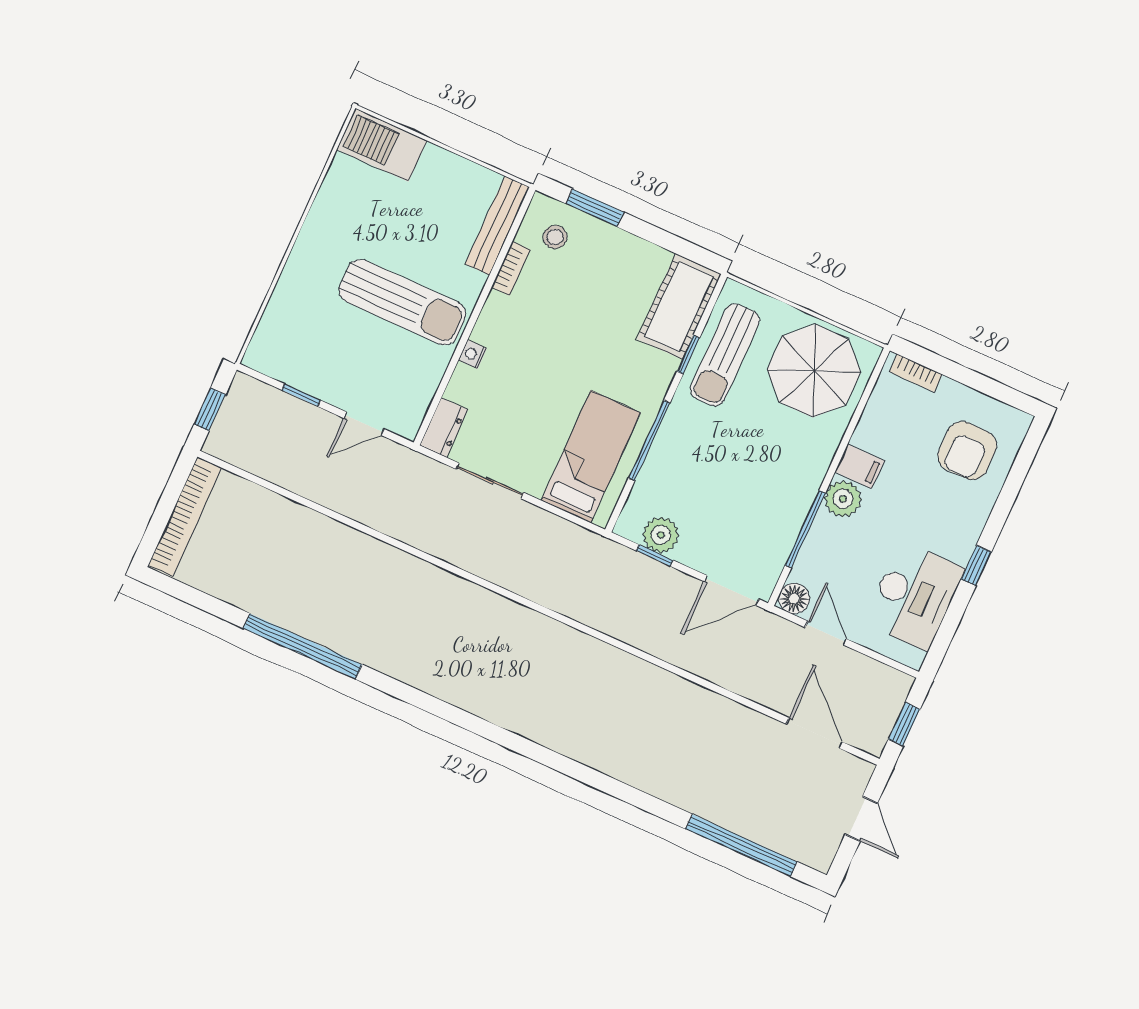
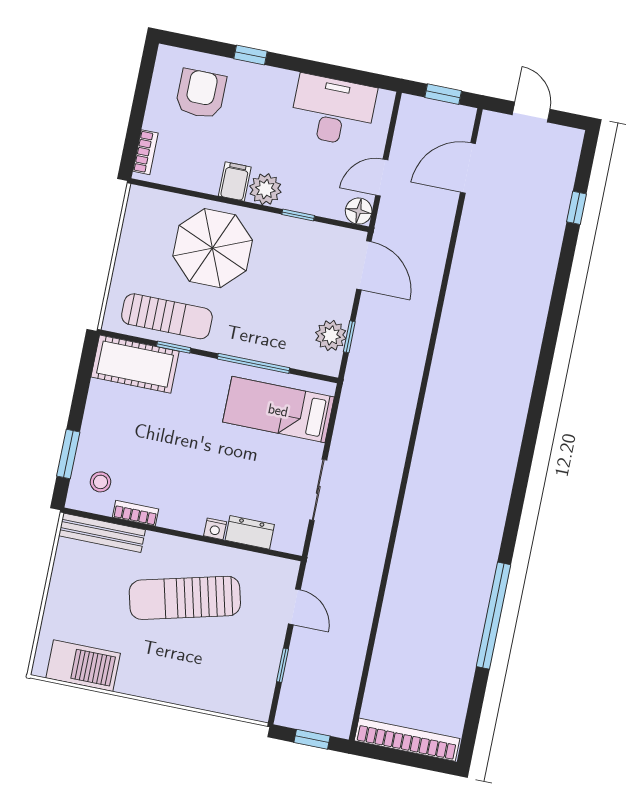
barbecue: (382, 145) -> (83, 666), moved, turned -90
sun lounger: (402, 302) -> (185, 598), turned -104
parasol: (814, 371) -> (213, 248), moved
dresser: (444, 428) -> (250, 532), moved
armchair: (967, 451) -> (201, 94), turned -90
window: (805, 529) -> (298, 215), width x0.46
window: (976, 566) -> (251, 55), moved
door: (861, 819) -> (531, 112), hinge flipped
window: (741, 845) -> (577, 208), width x0.32

